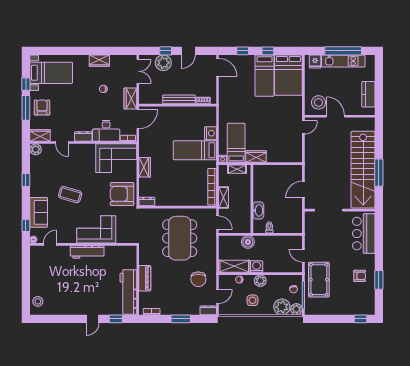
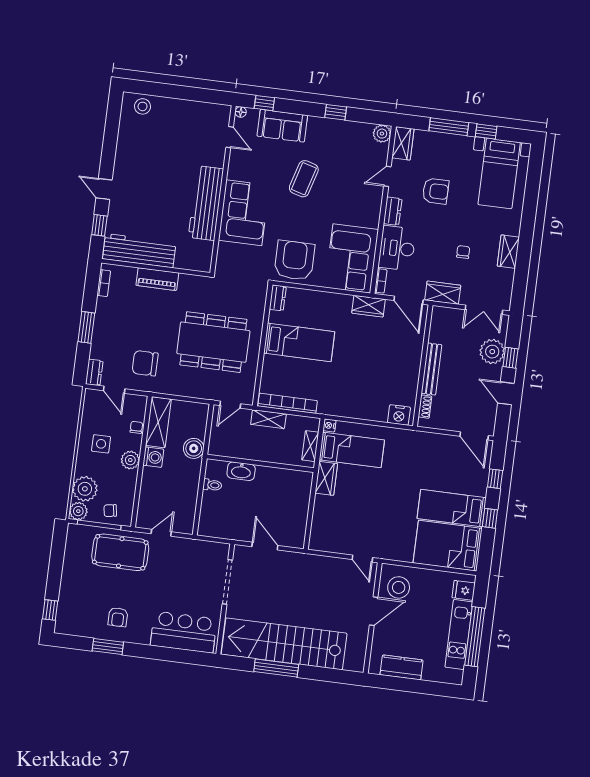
door: (218, 67) -> (474, 436), hinge flipped
armchair: (42, 108) -> (436, 191), moved
nightstand: (210, 133) -> (399, 415), moved
bed: (195, 150) -> (299, 342), moved, turned 90
wardrobe: (145, 167) -> (368, 306), moved
workbench: (87, 252) -> (206, 203), width x1.36, depth x1.32

